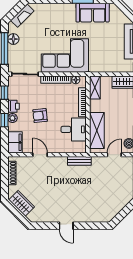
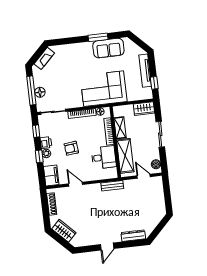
floor lamp: (13, 39) -> (40, 92), moved
corner sofa: (65, 56) -> (104, 89), moved
shelving: (95, 87) -> (120, 128), moved
door: (114, 155) -> (144, 176), hinge flipped
dresser: (96, 217) -> (133, 236), added
door: (66, 226) -> (107, 247), hinge flipped

